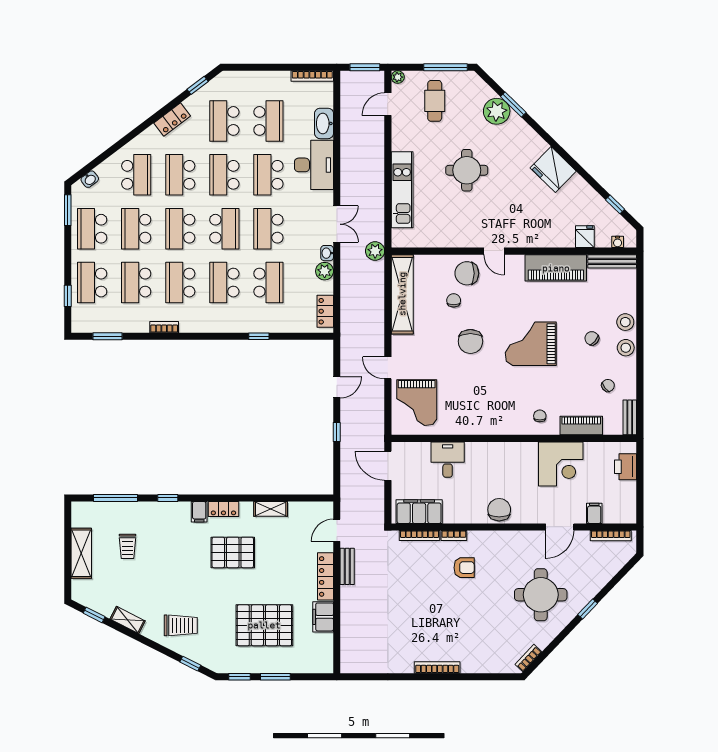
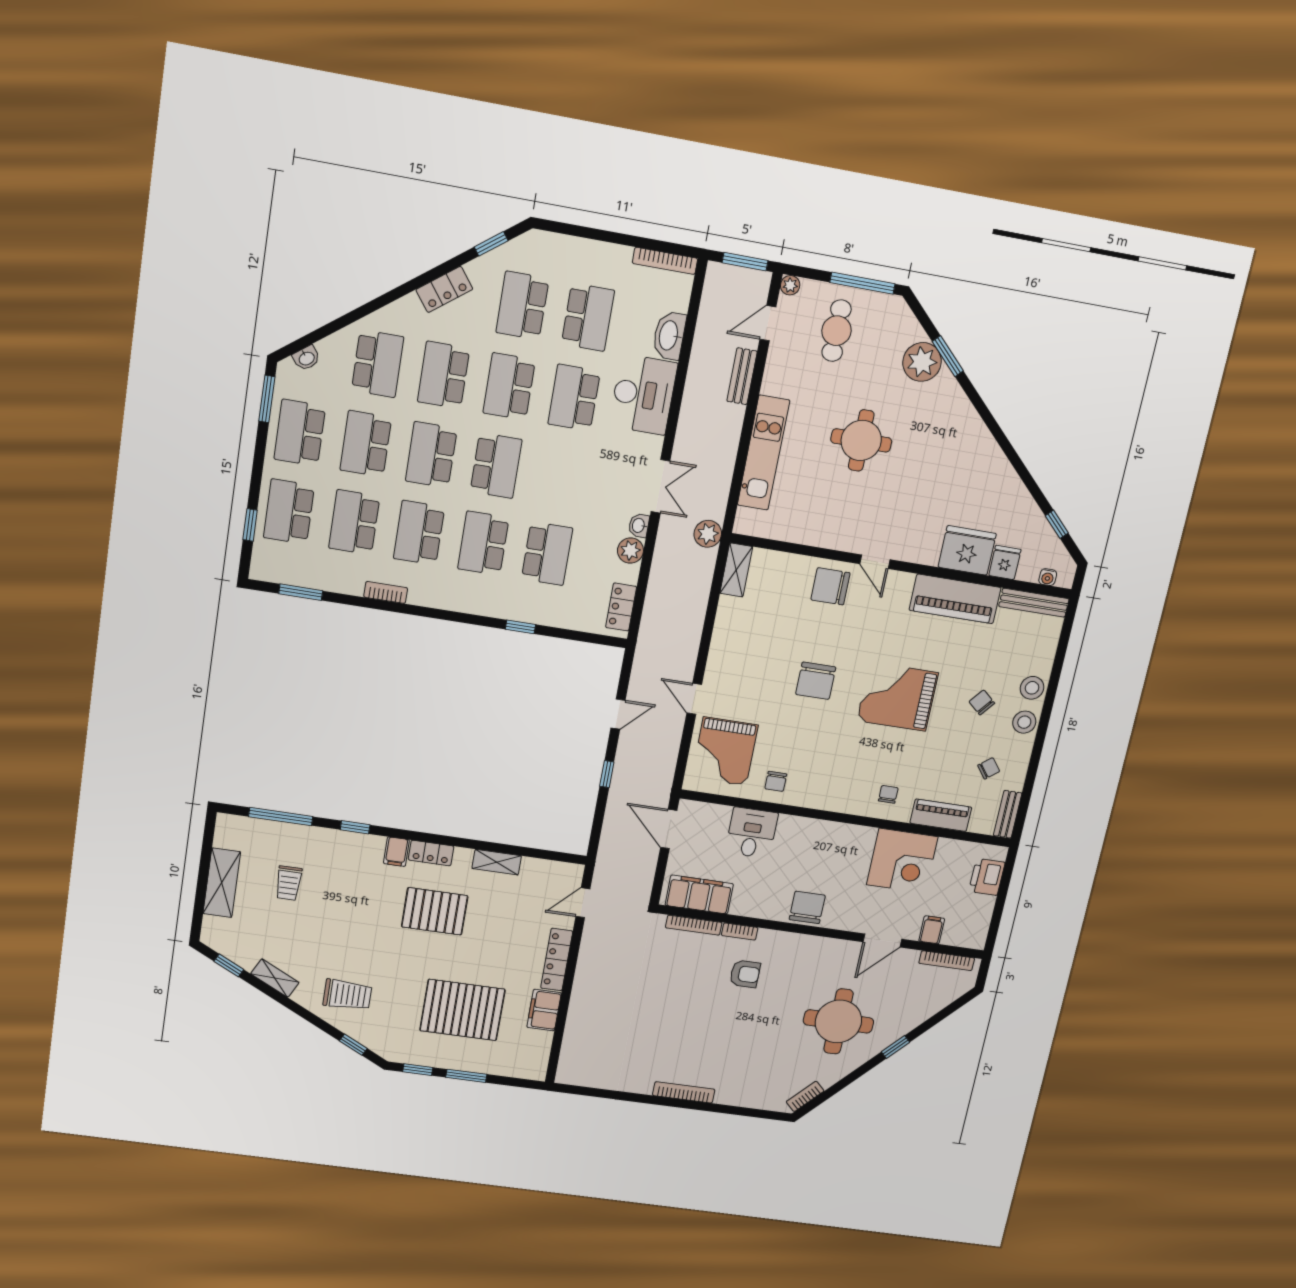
fridge: (553, 169) -> (967, 550), moved, turned 136
school desk: (268, 229) -> (560, 476), removed
shelving: (402, 294) -> (736, 570), width x0.45, depth x0.75
chair: (454, 300) -> (776, 781), moved, turned 180
bench: (347, 566) -> (742, 376), moved

